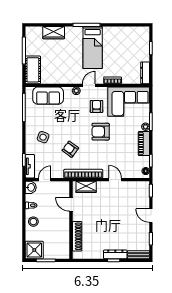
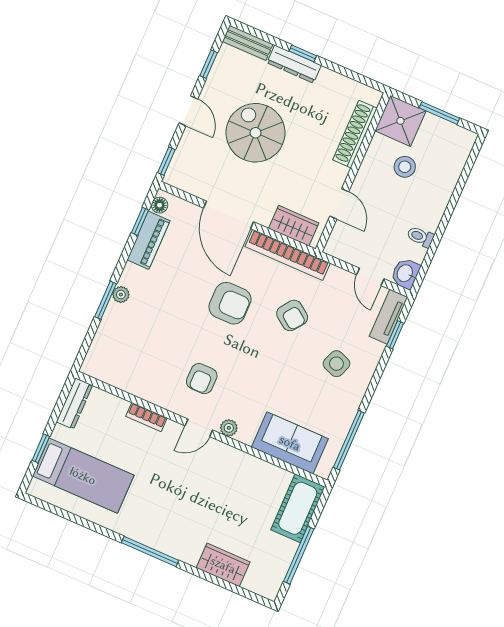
bed: (93, 48) -> (83, 476), moved, turned 90
corner sofa: (129, 102) -> (133, 360), removed
armchair: (101, 132) -> (230, 303), moved
piano: (144, 144) -> (148, 240), moved
door: (45, 180) -> (370, 277), hinge flipped
door: (115, 180) -> (229, 215), width x1.87
spiral stairs: (119, 219) -> (255, 133), added
stool: (33, 222) -> (405, 167), moved
shower: (34, 250) -> (400, 121), moved

